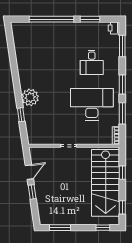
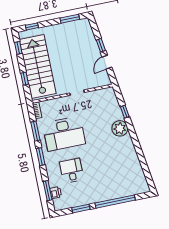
printer: (114, 28) -> (56, 193), moved

